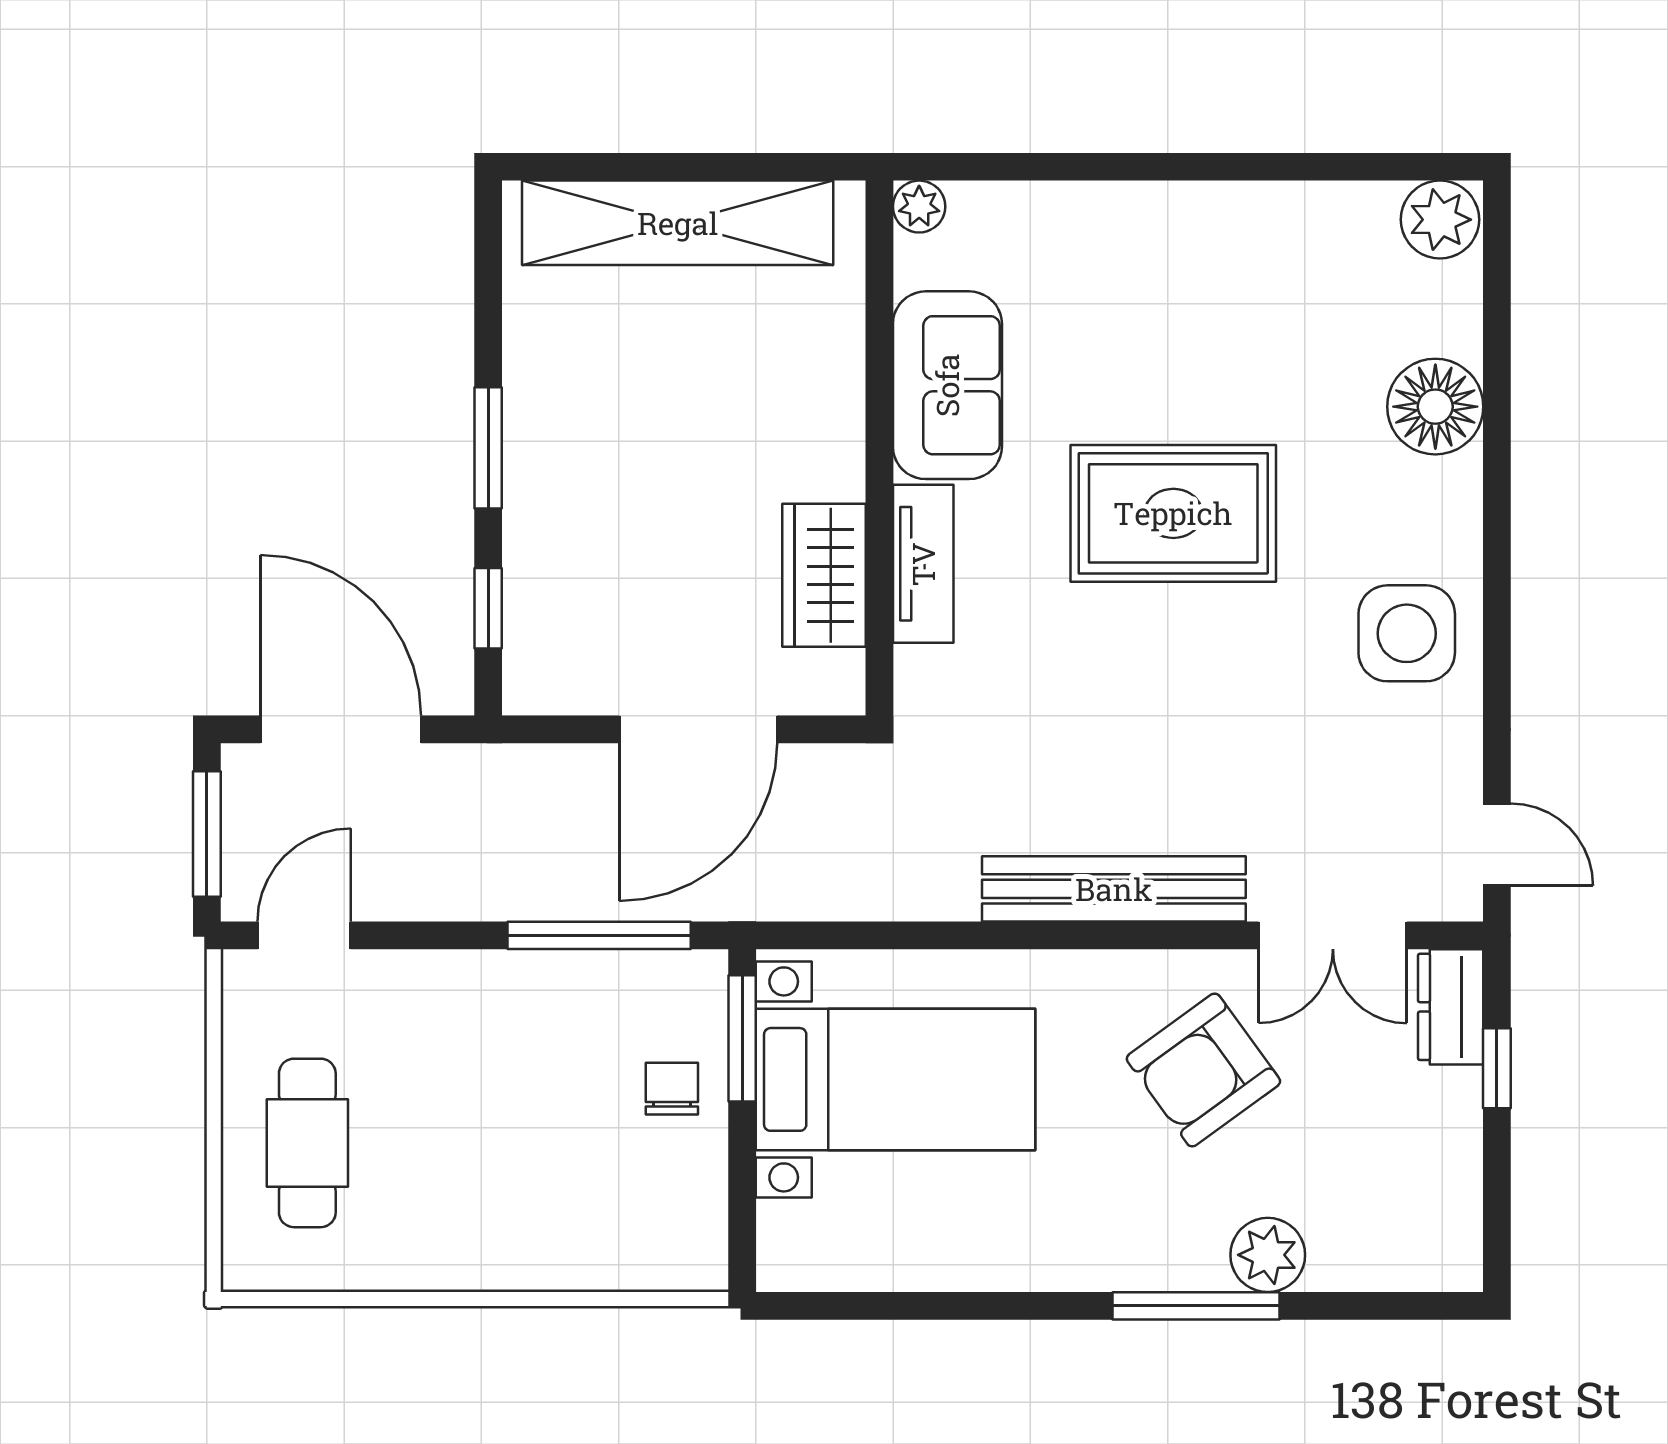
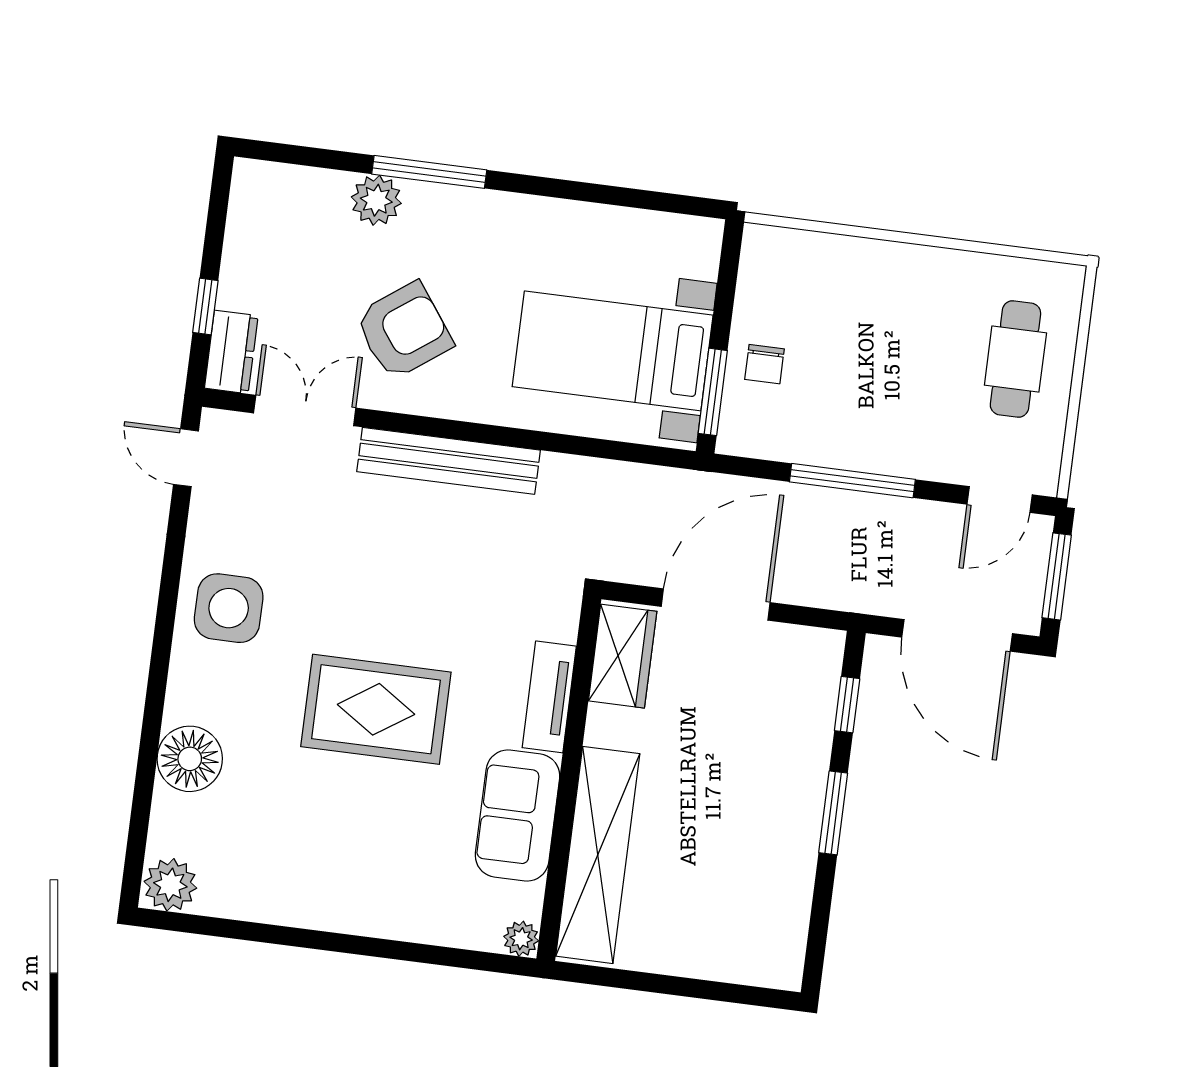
shelving: (678, 223) -> (598, 855), moved, turned 90
wardrobe: (824, 575) -> (623, 656), moved
window: (599, 935) -> (852, 481), moved

